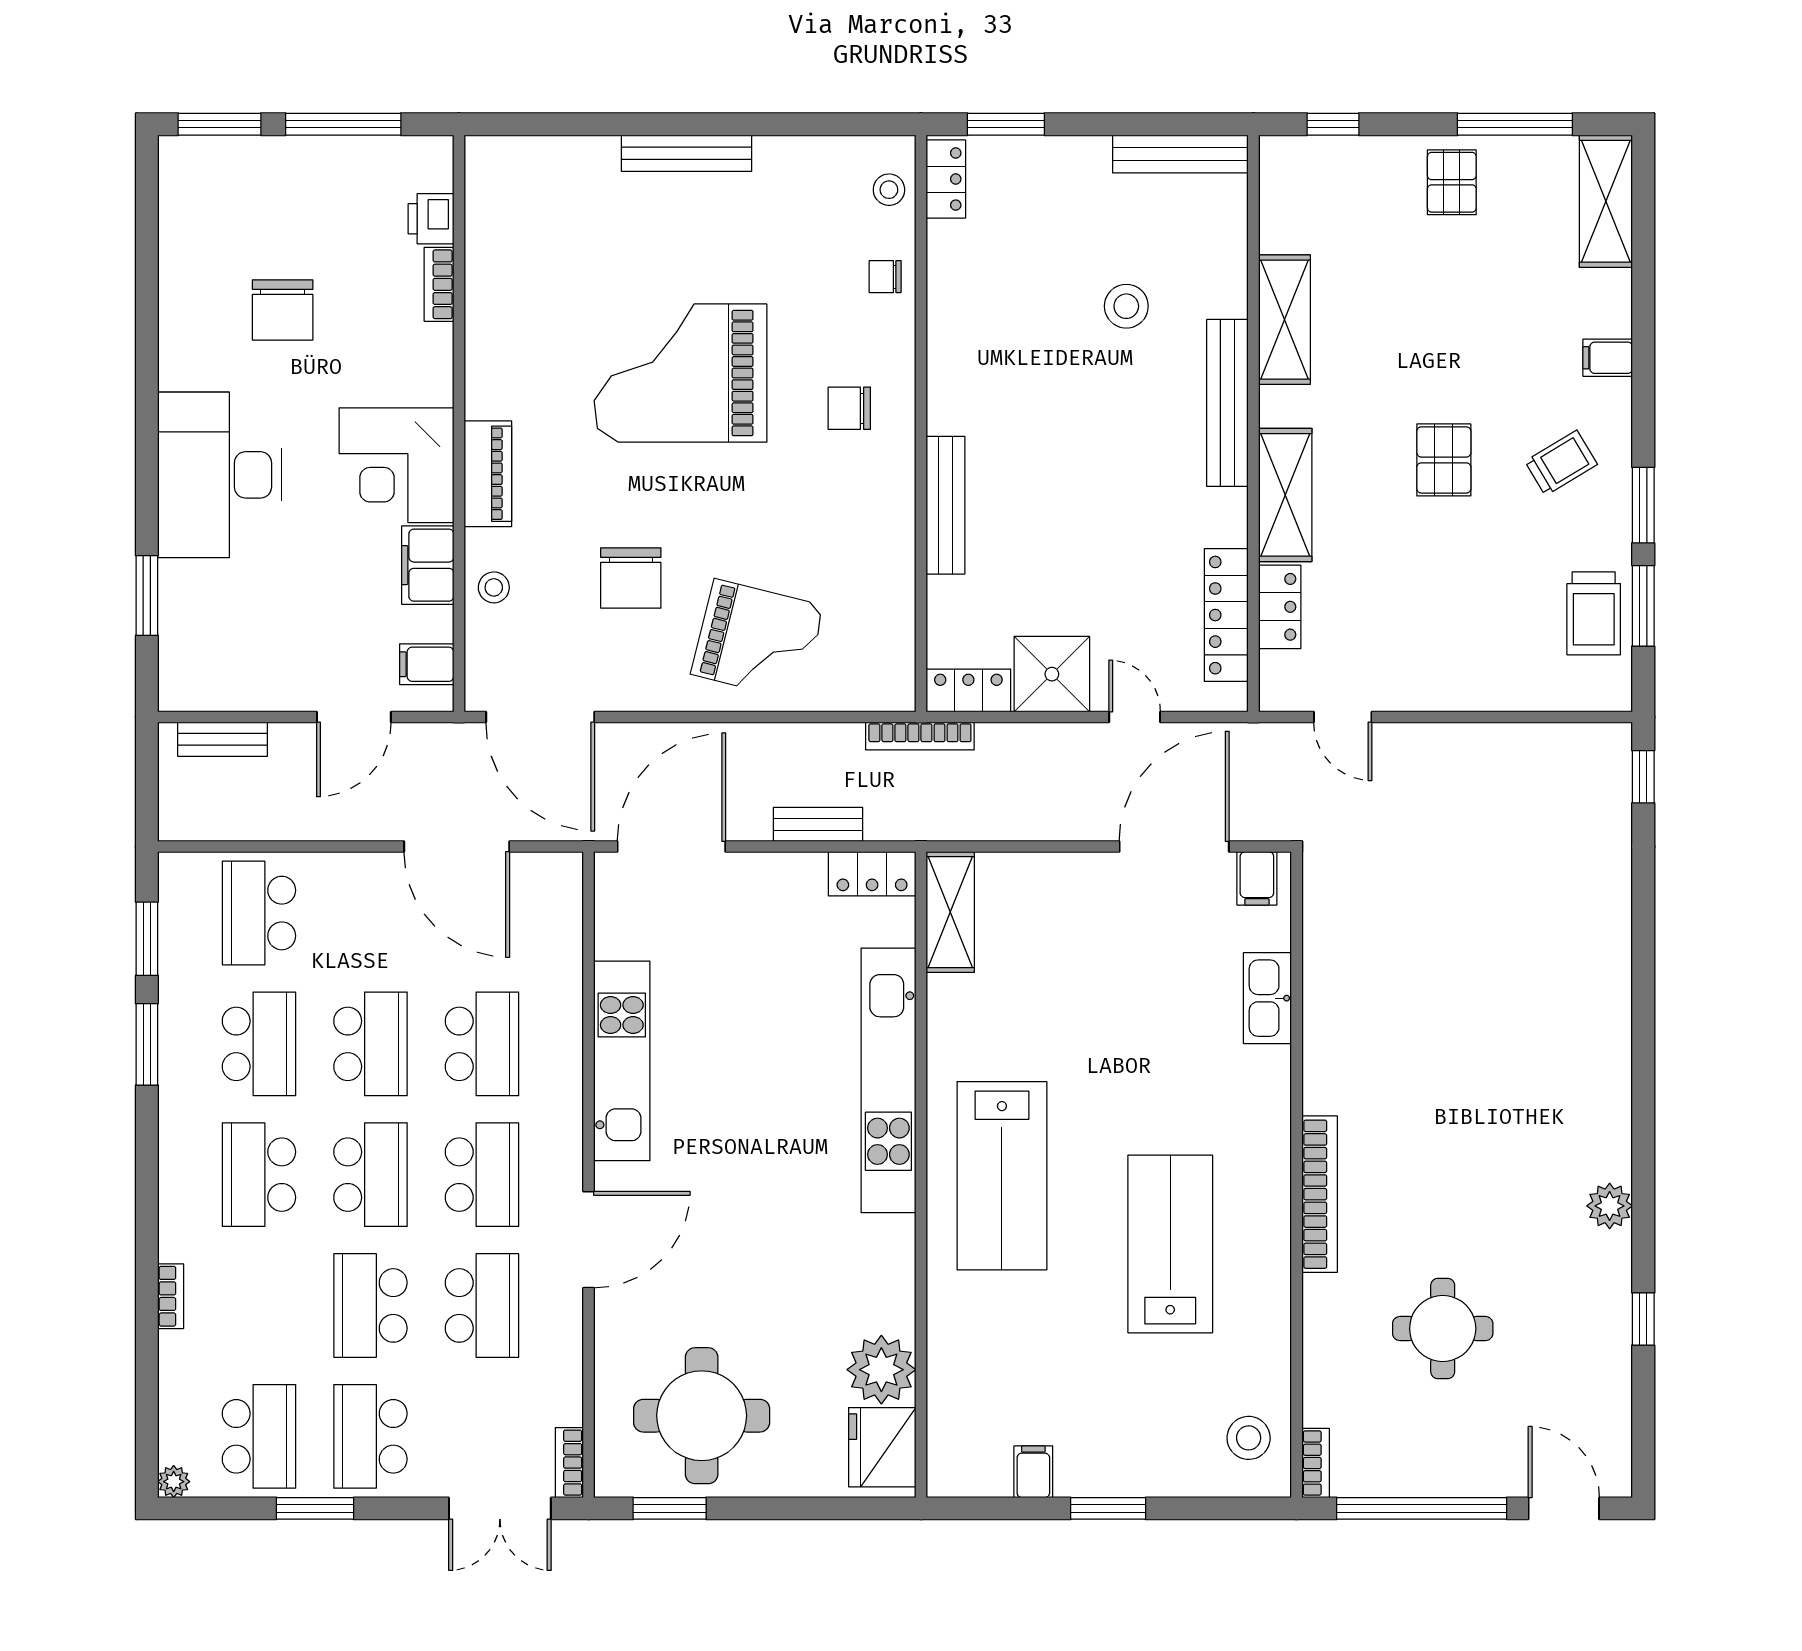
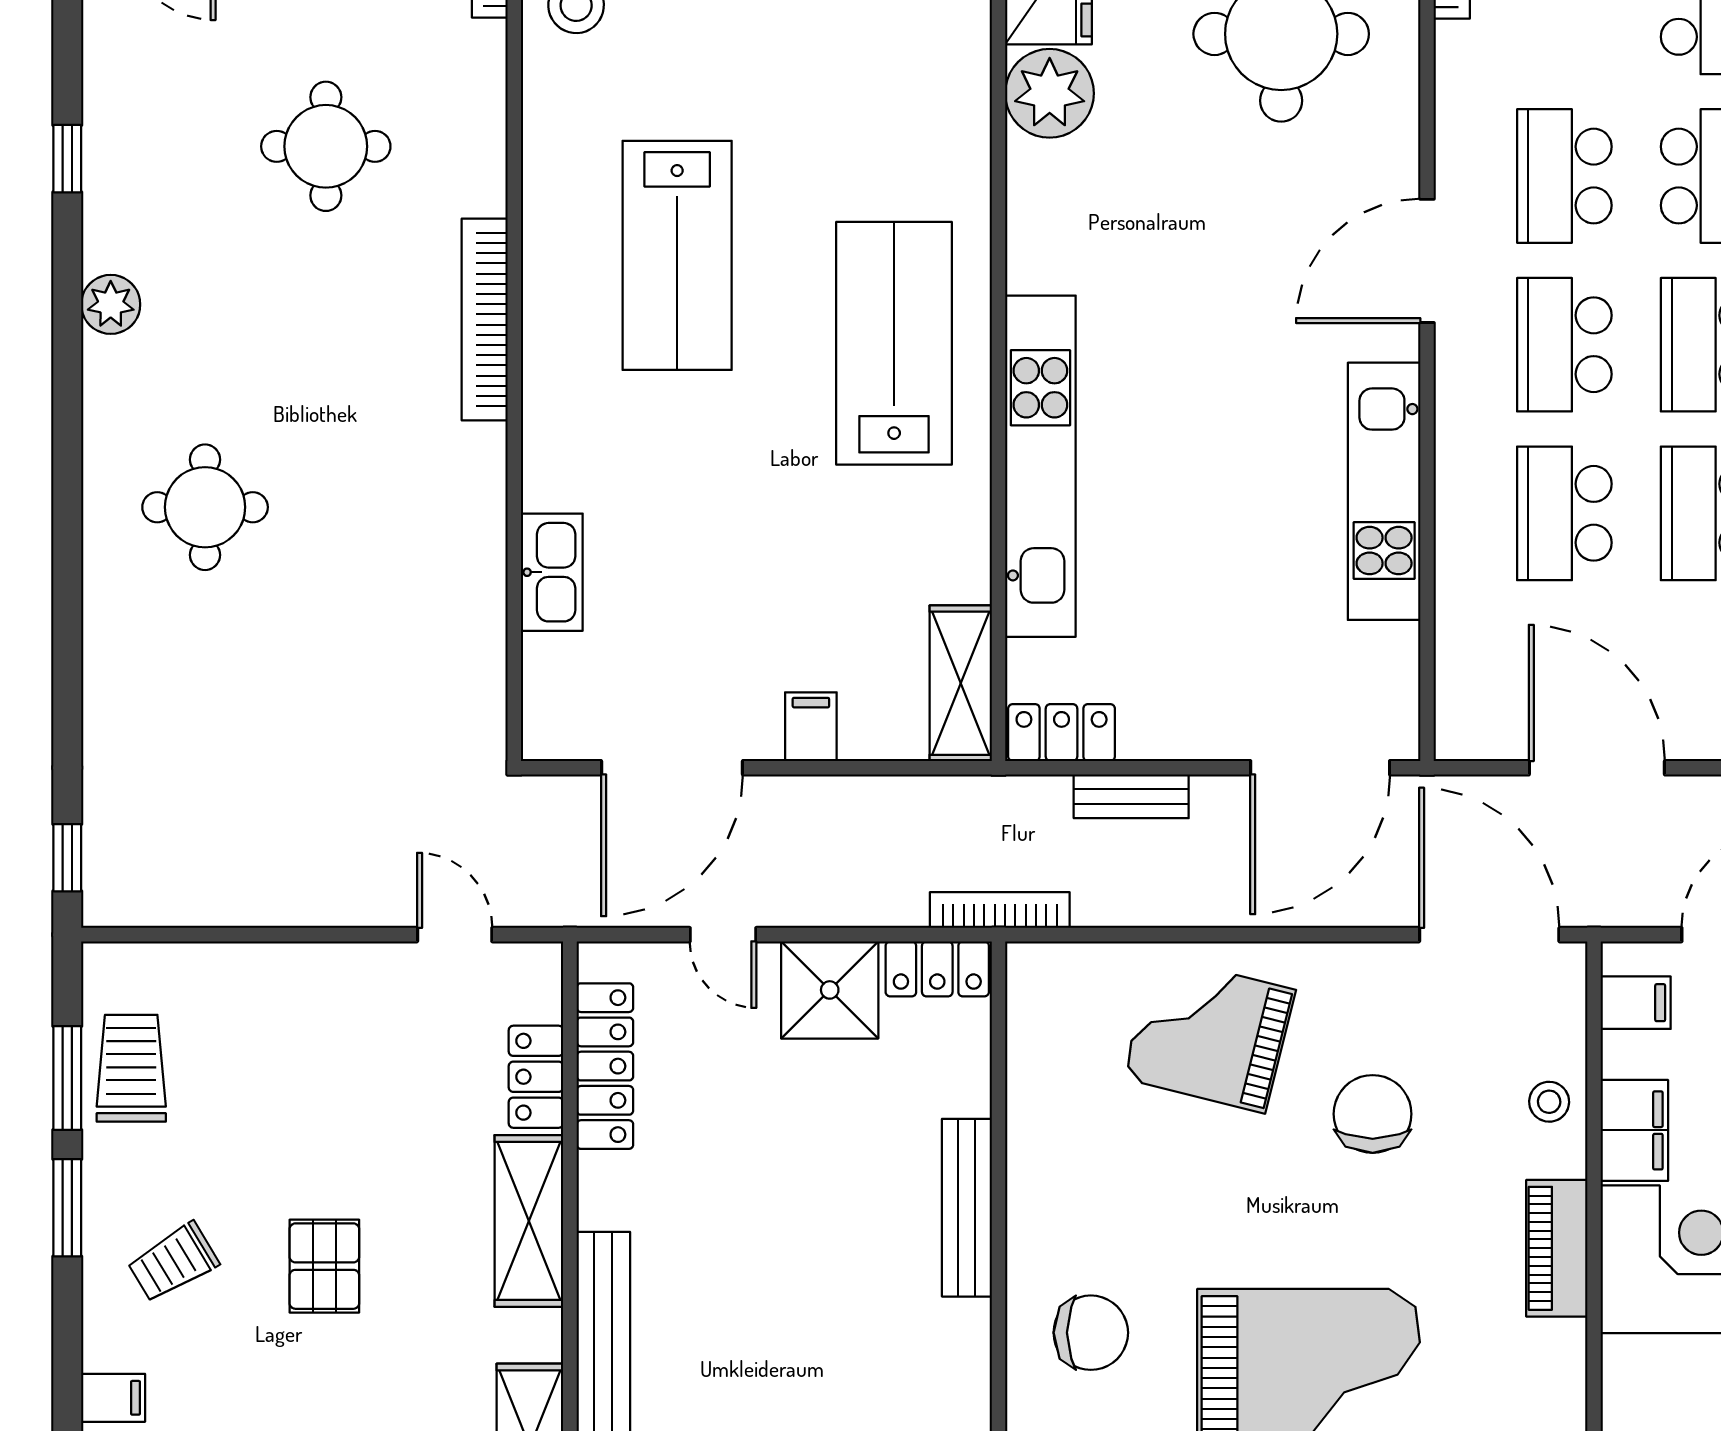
chair: (849, 408) -> (1091, 1333), width x1.37, depth x1.37
filing cabinet: (1257, 878) -> (811, 727), moved
round table: (1536, 1049) -> (205, 507), added

